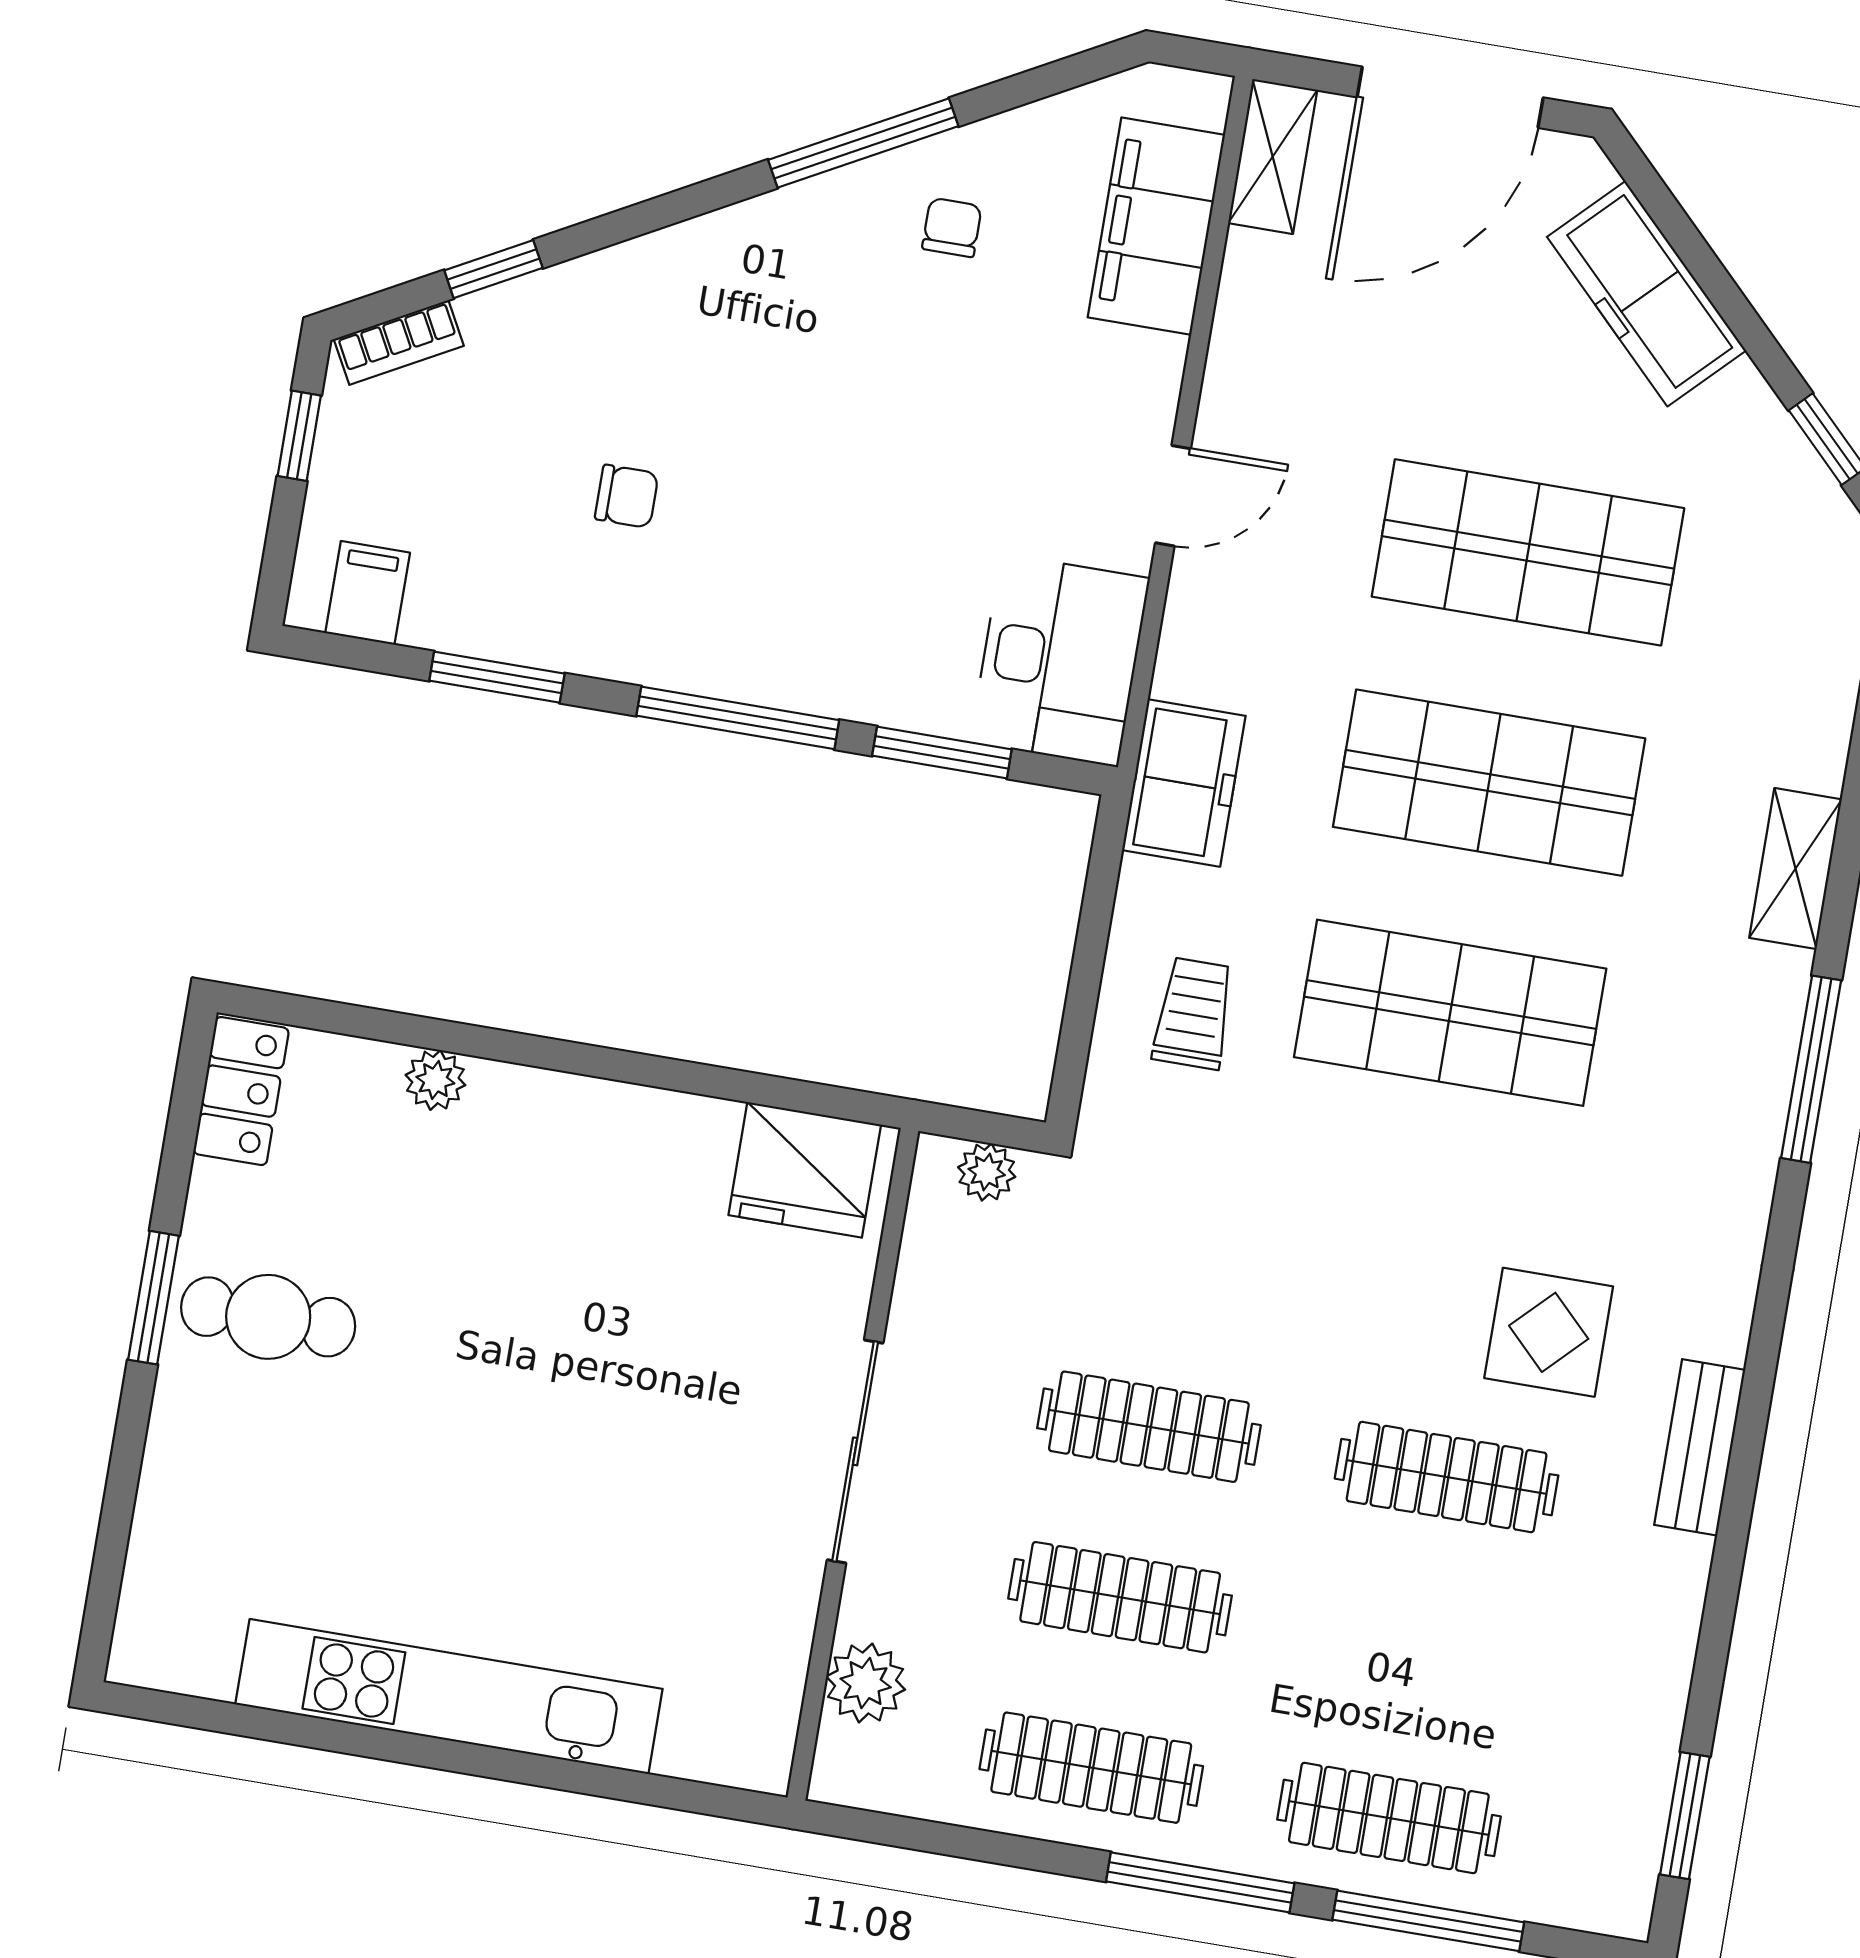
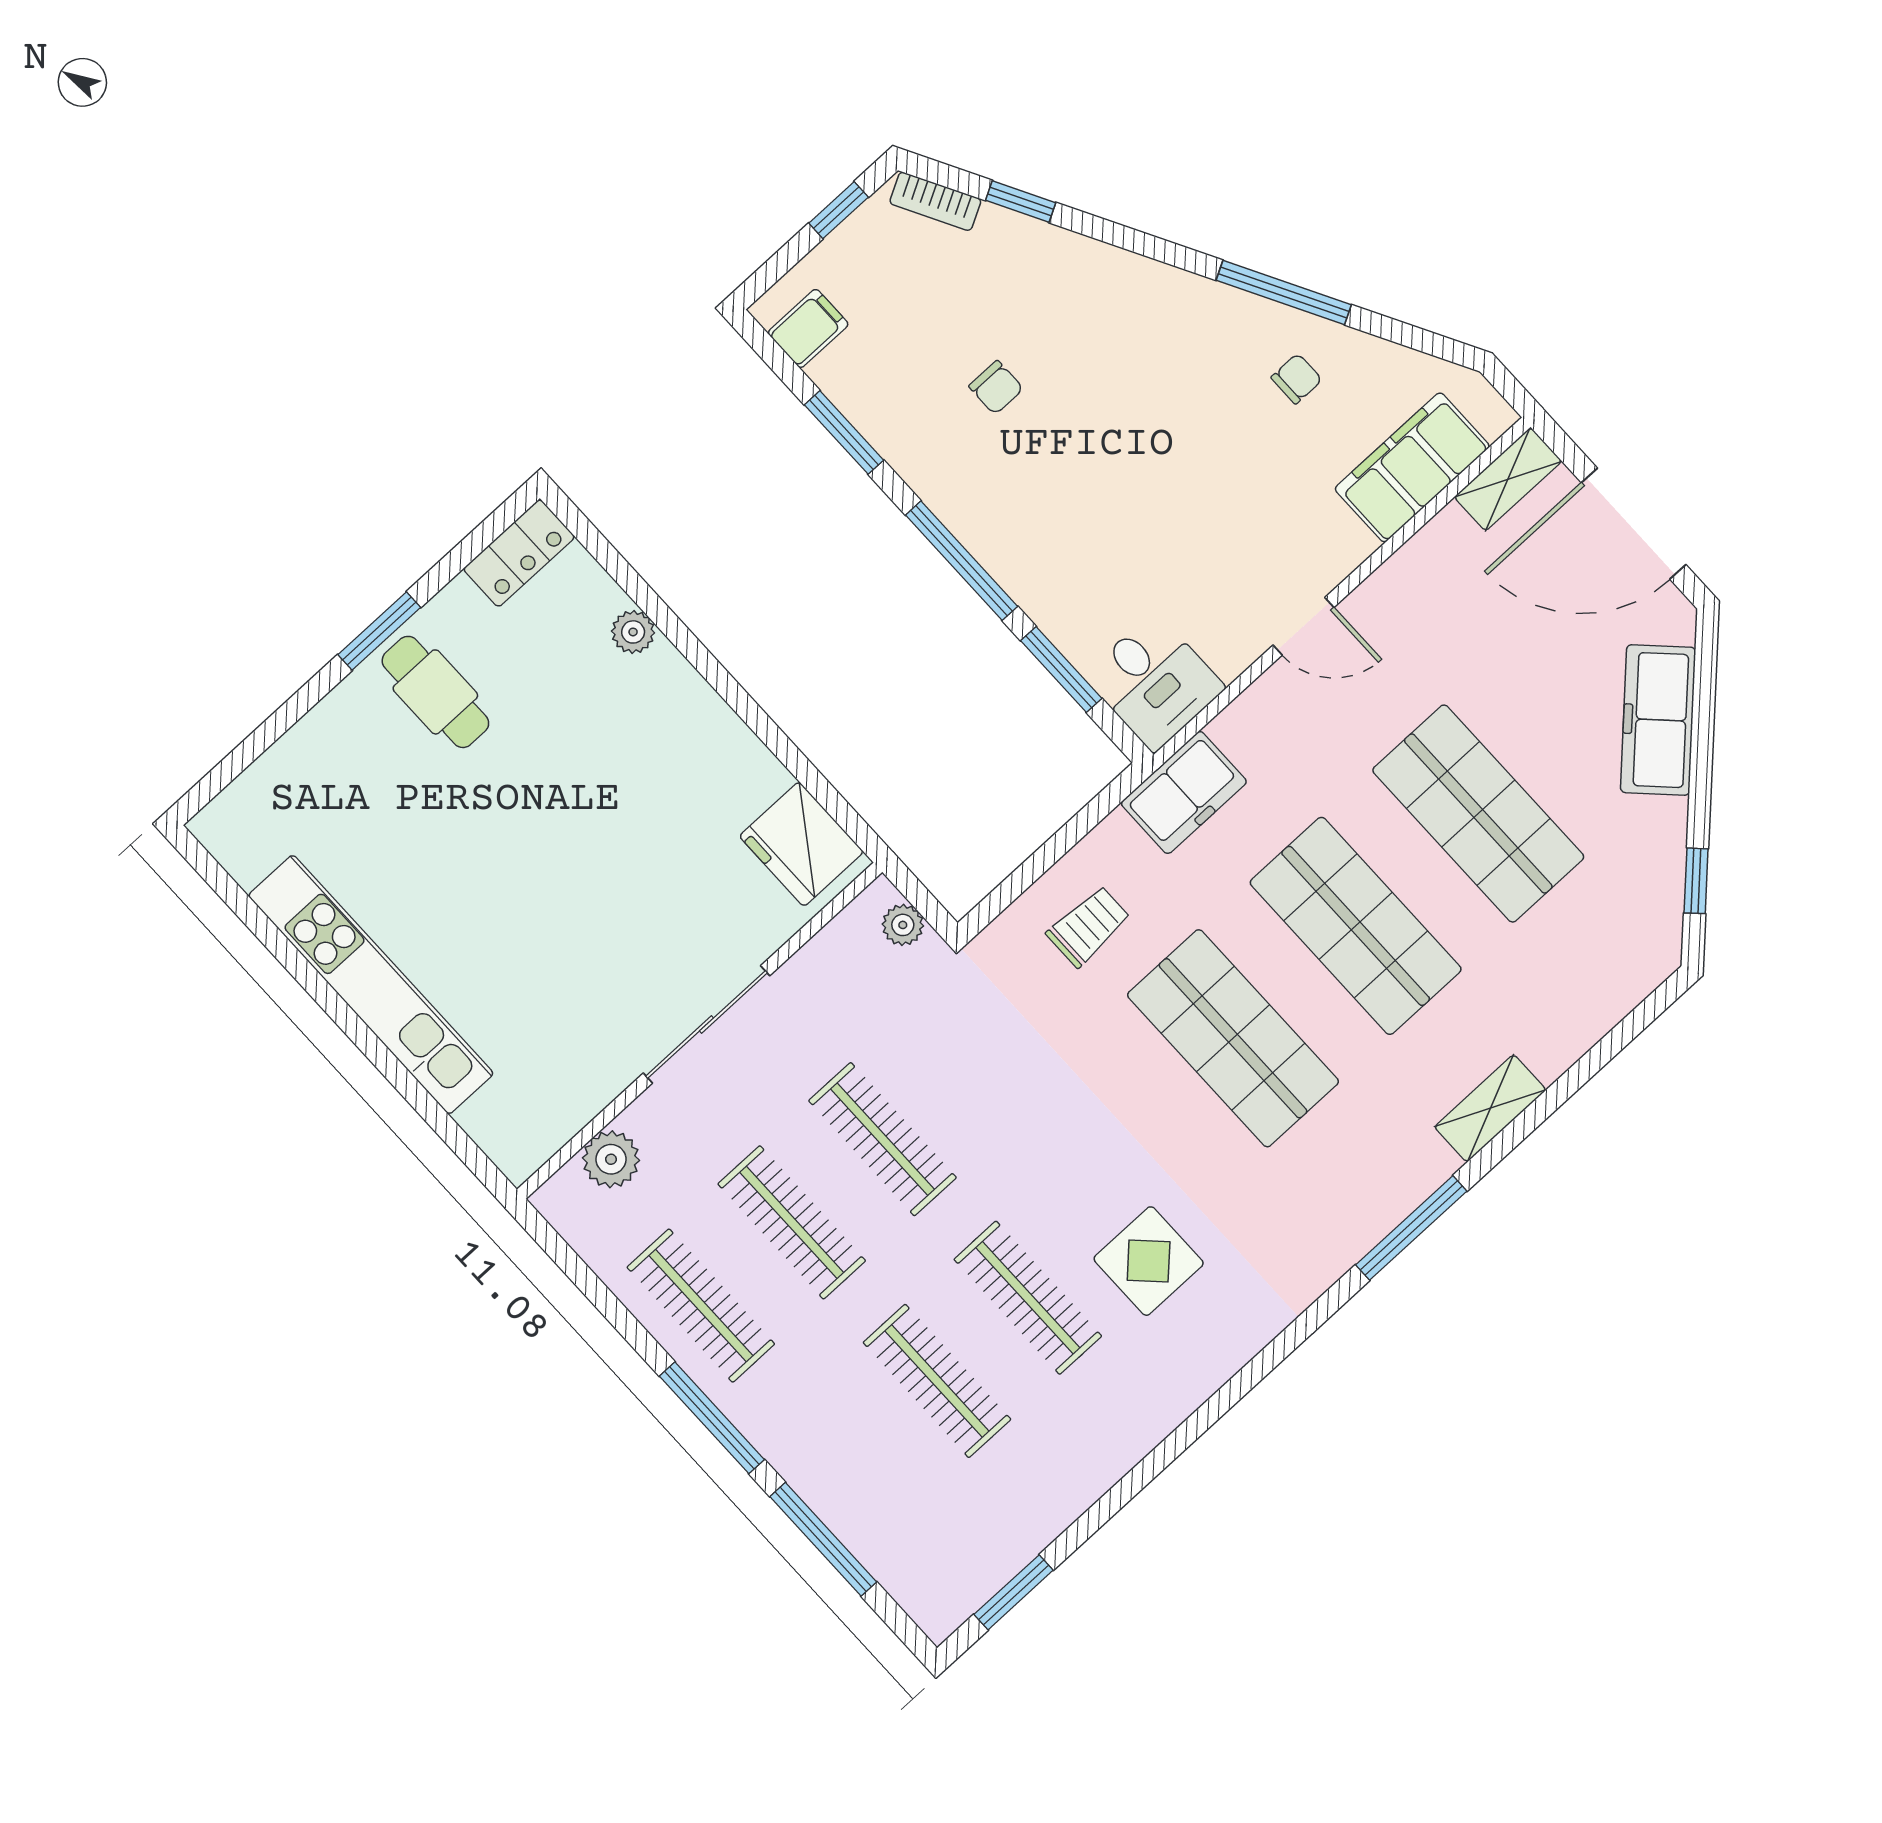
desk: (1060, 660) -> (1154, 682), width x0.73
bench: (1700, 1447) -> (1183, 1392), removed
clothes rail: (1389, 1818) -> (937, 1381), moved

